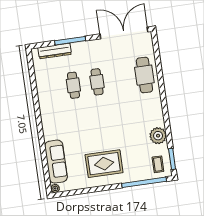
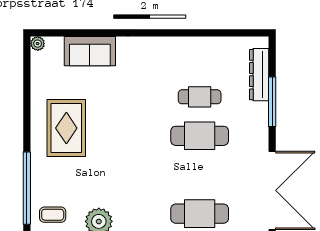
cafe table: (97, 82) -> (200, 136), width x1.37, depth x1.35
sofa: (56, 162) -> (90, 51), width x0.73

